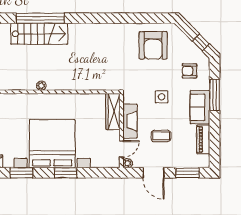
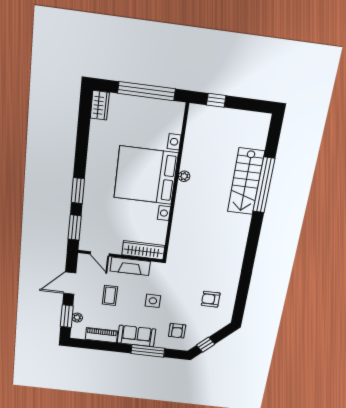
armchair: (153, 45) -> (211, 299), width x0.53, depth x0.53
armchair: (190, 71) -> (177, 331), turned 180
bed with nightstands: (52, 144) -> (146, 175), moved, turned 180
plant: (128, 163) -> (77, 318), moved
window: (21, 173) -> (75, 228), moved

